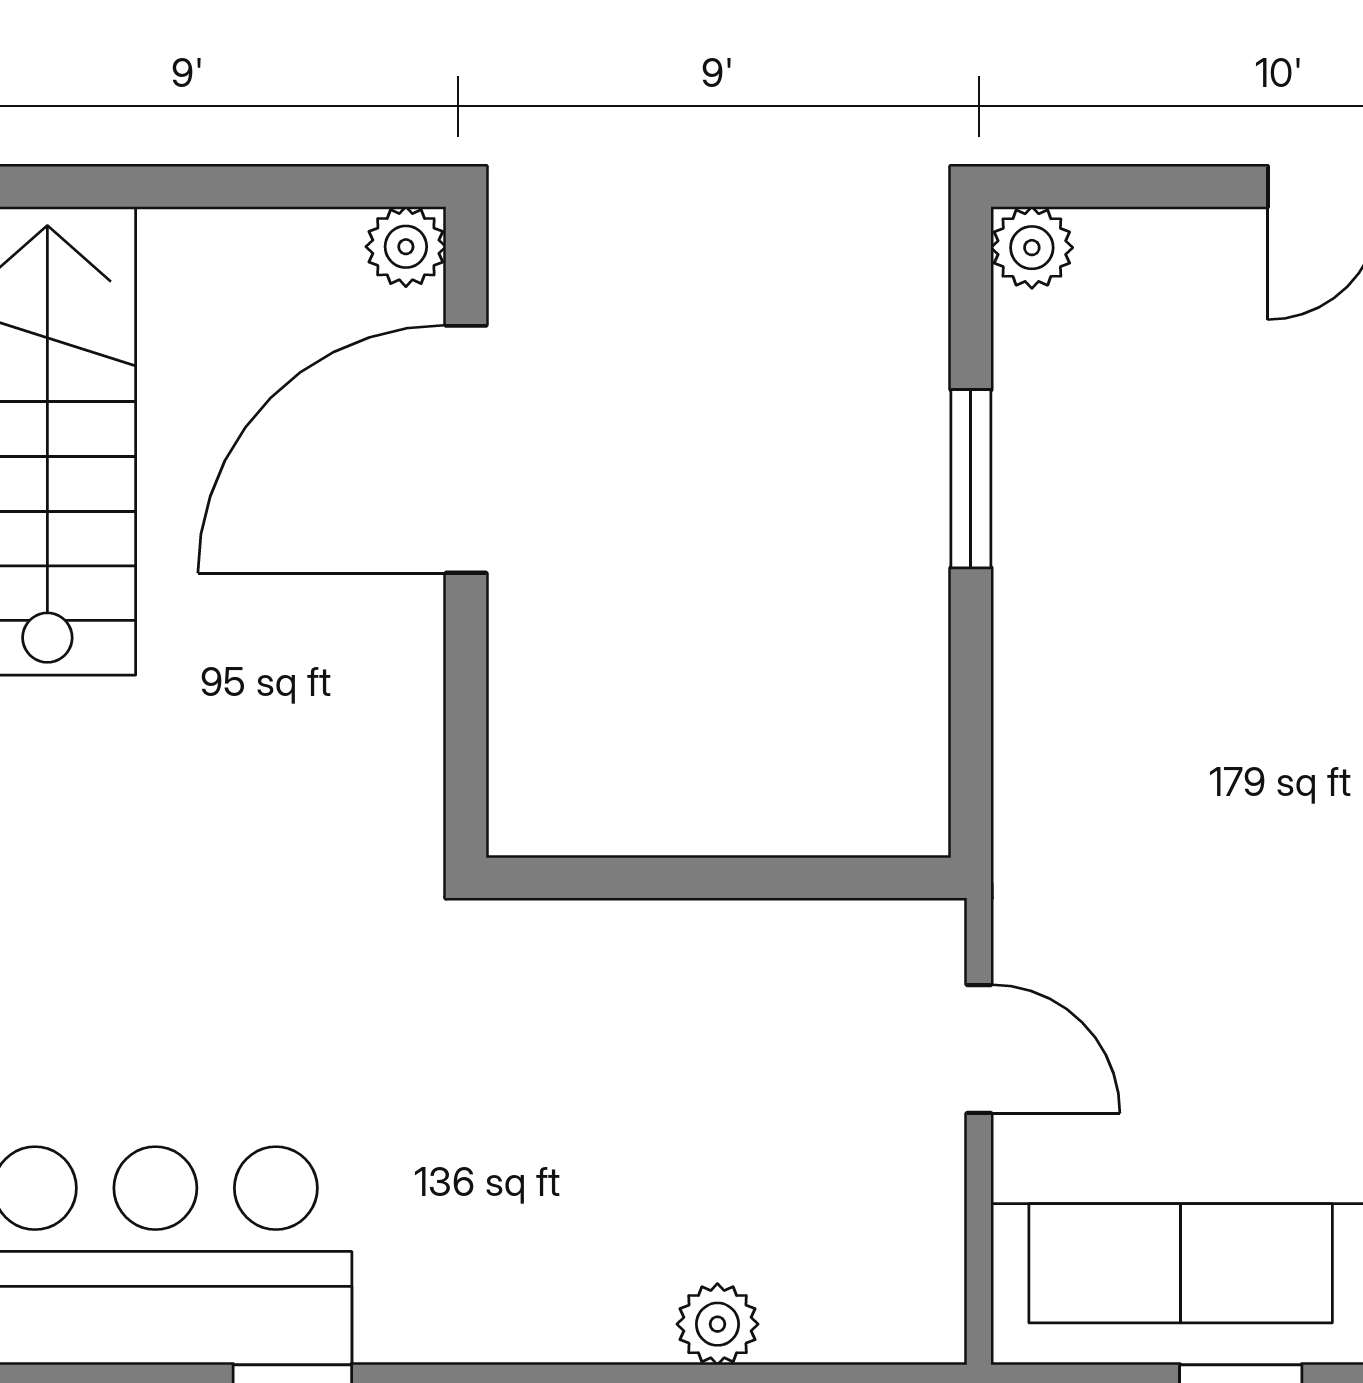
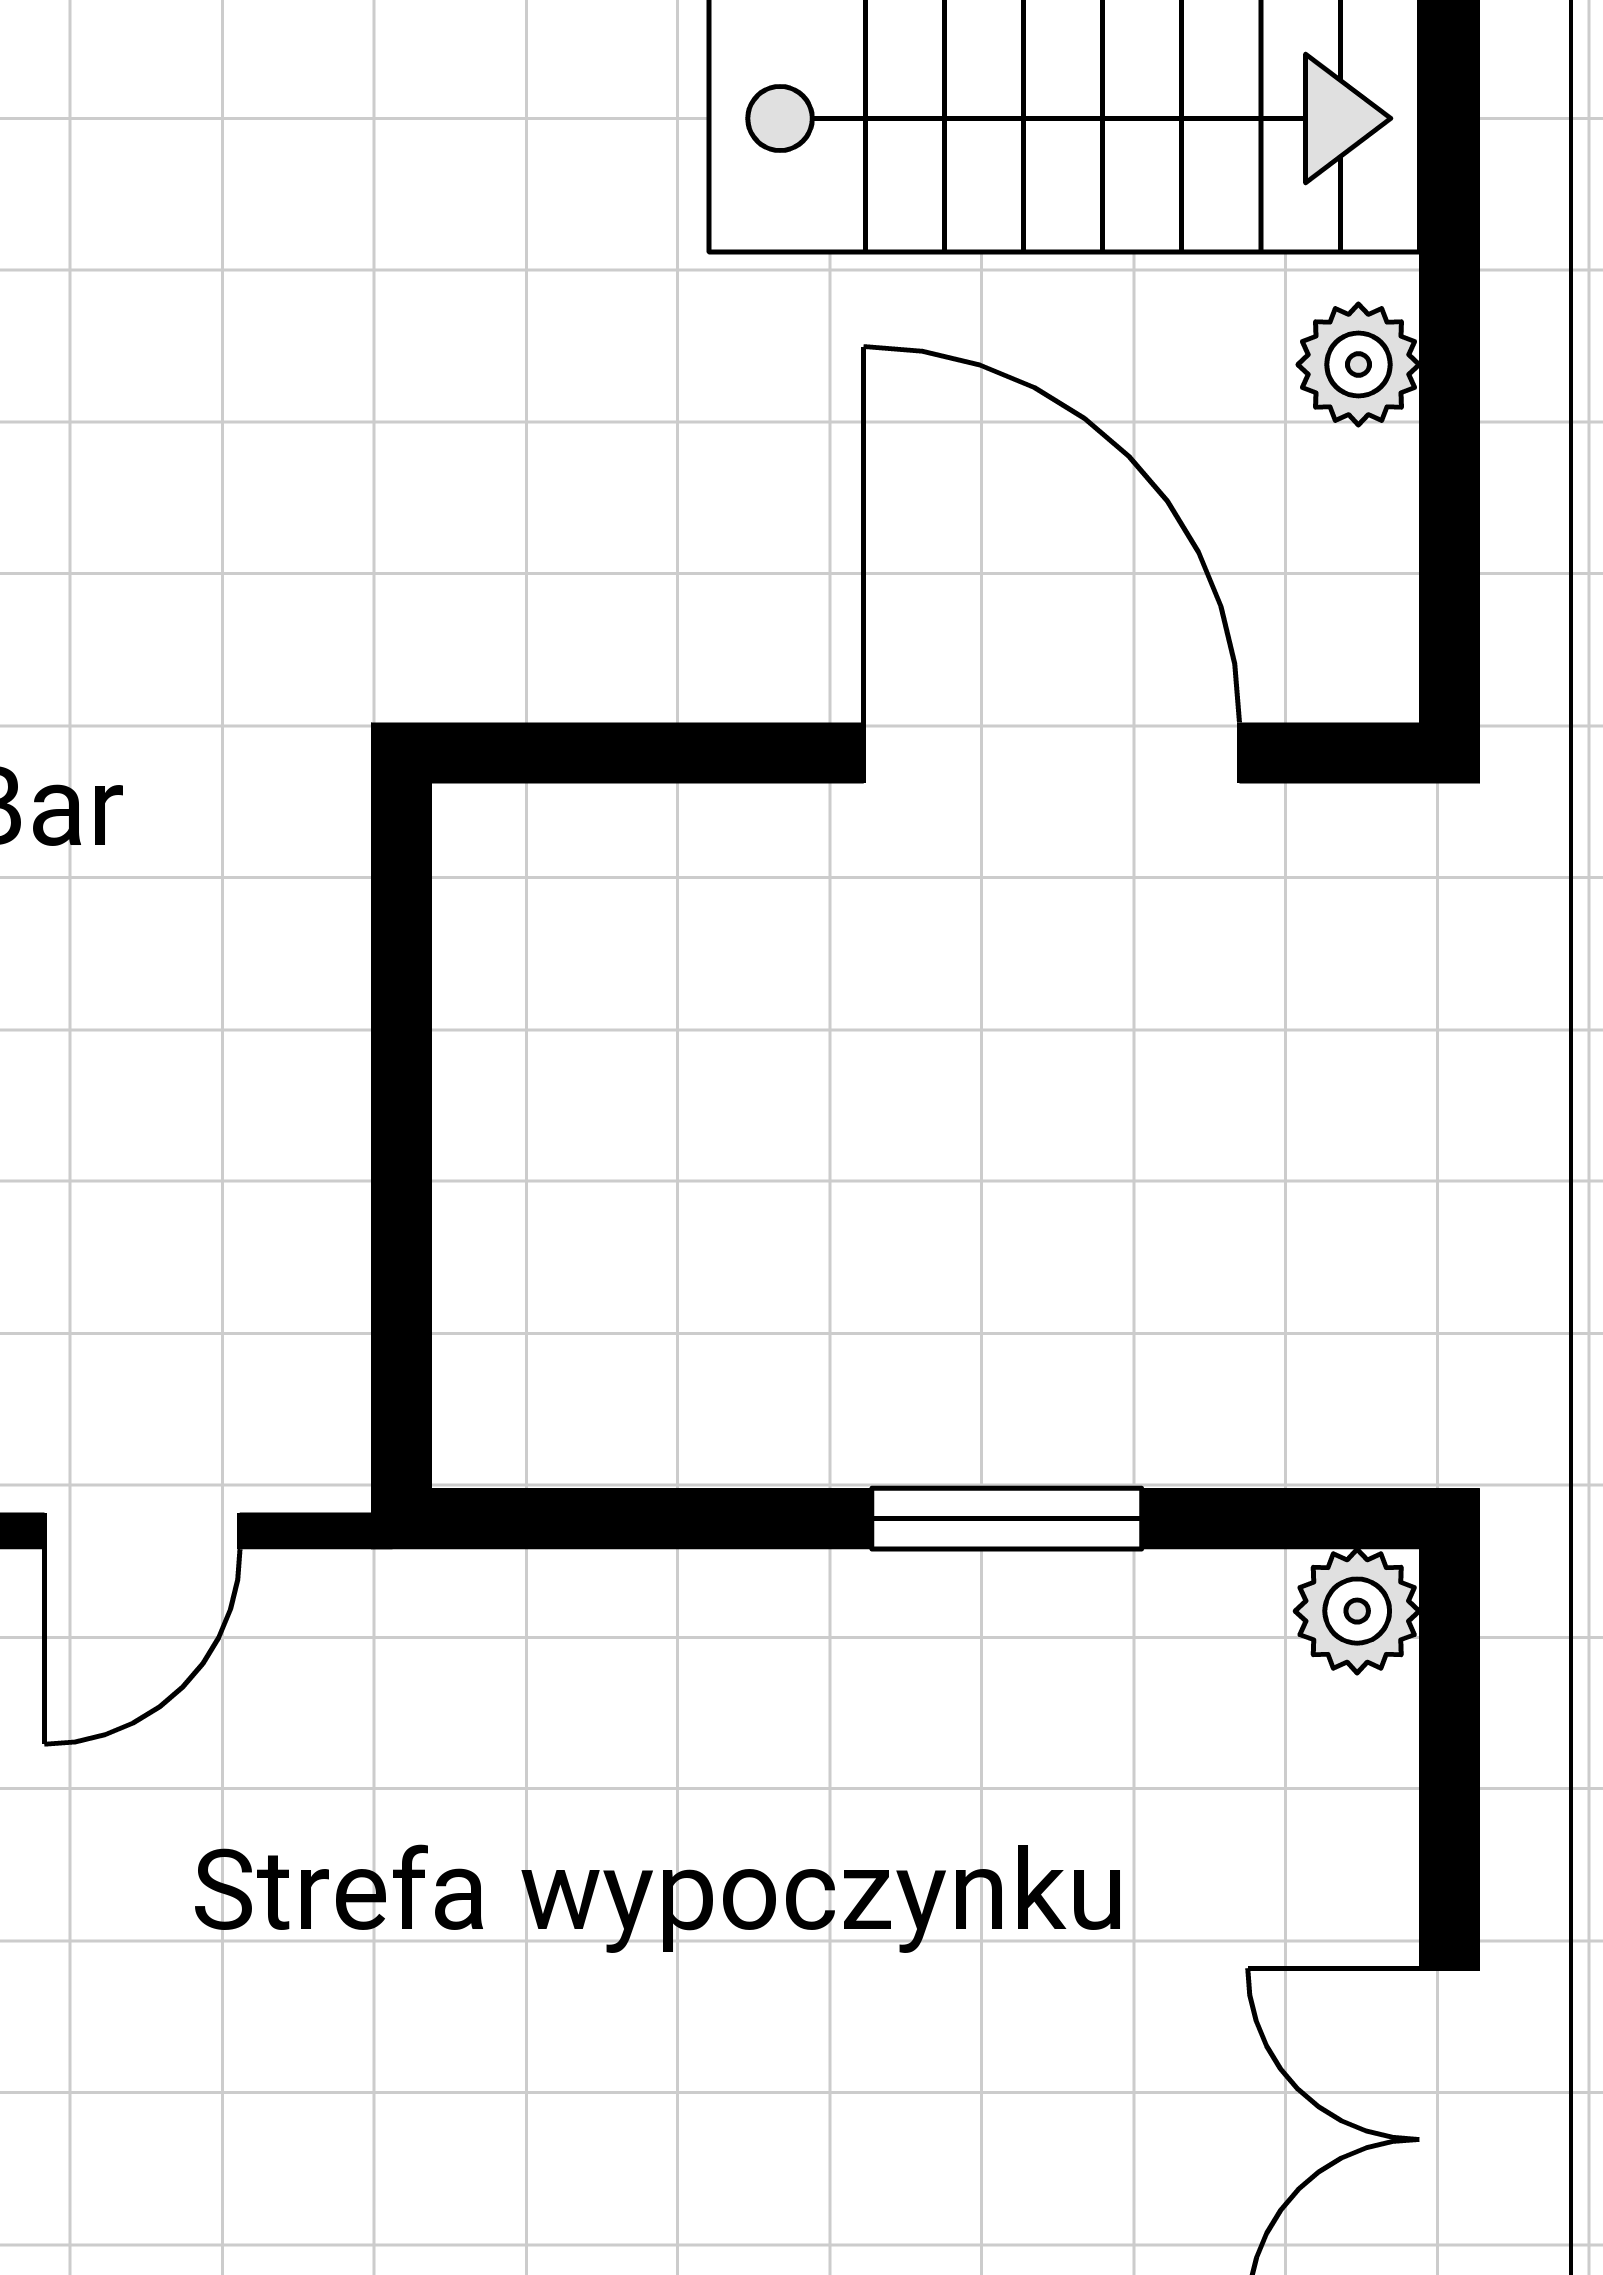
plant: (406, 247) -> (1358, 365), moved

